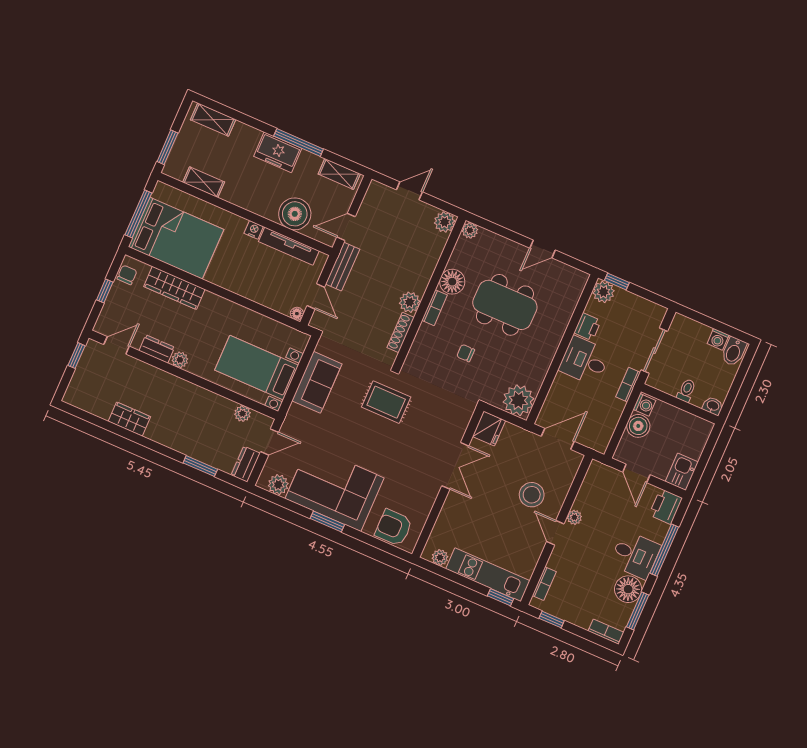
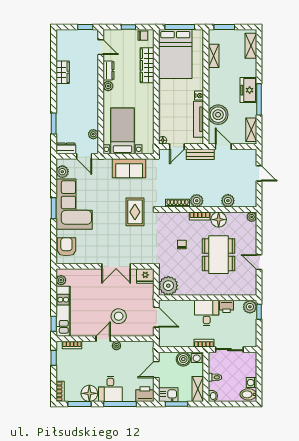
plant: (445, 222) -> (228, 201), moved
shelving: (693, 424) -> (198, 389), added
window: (701, 465) -> (177, 404), added

